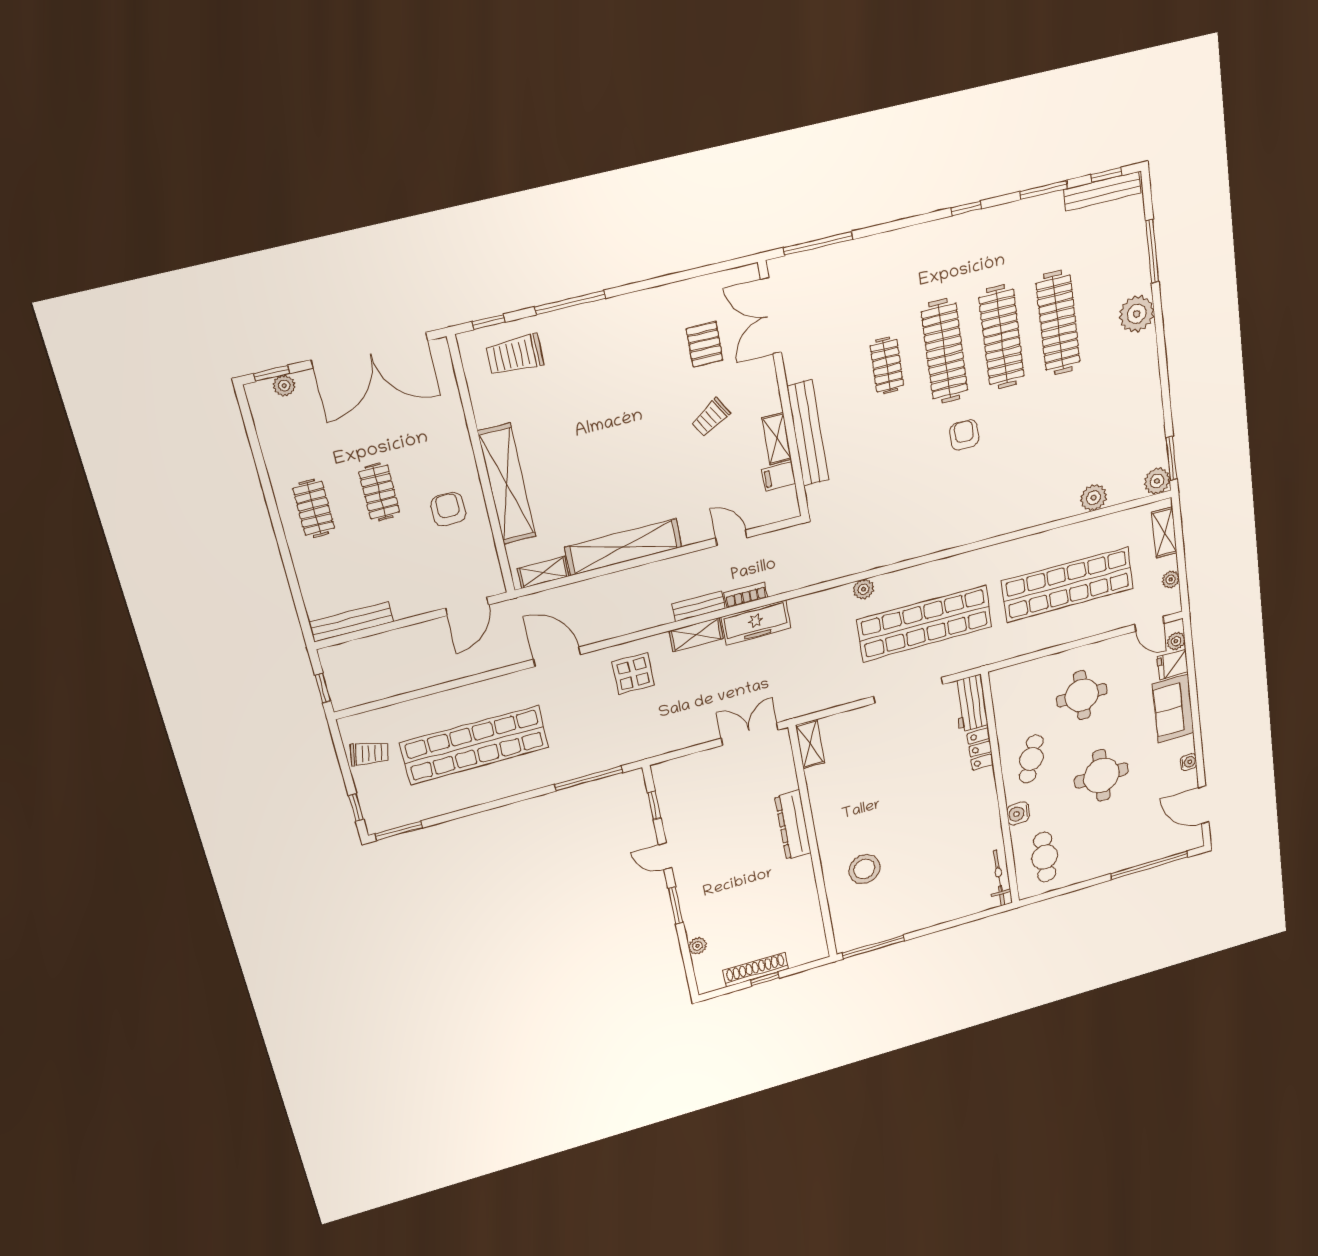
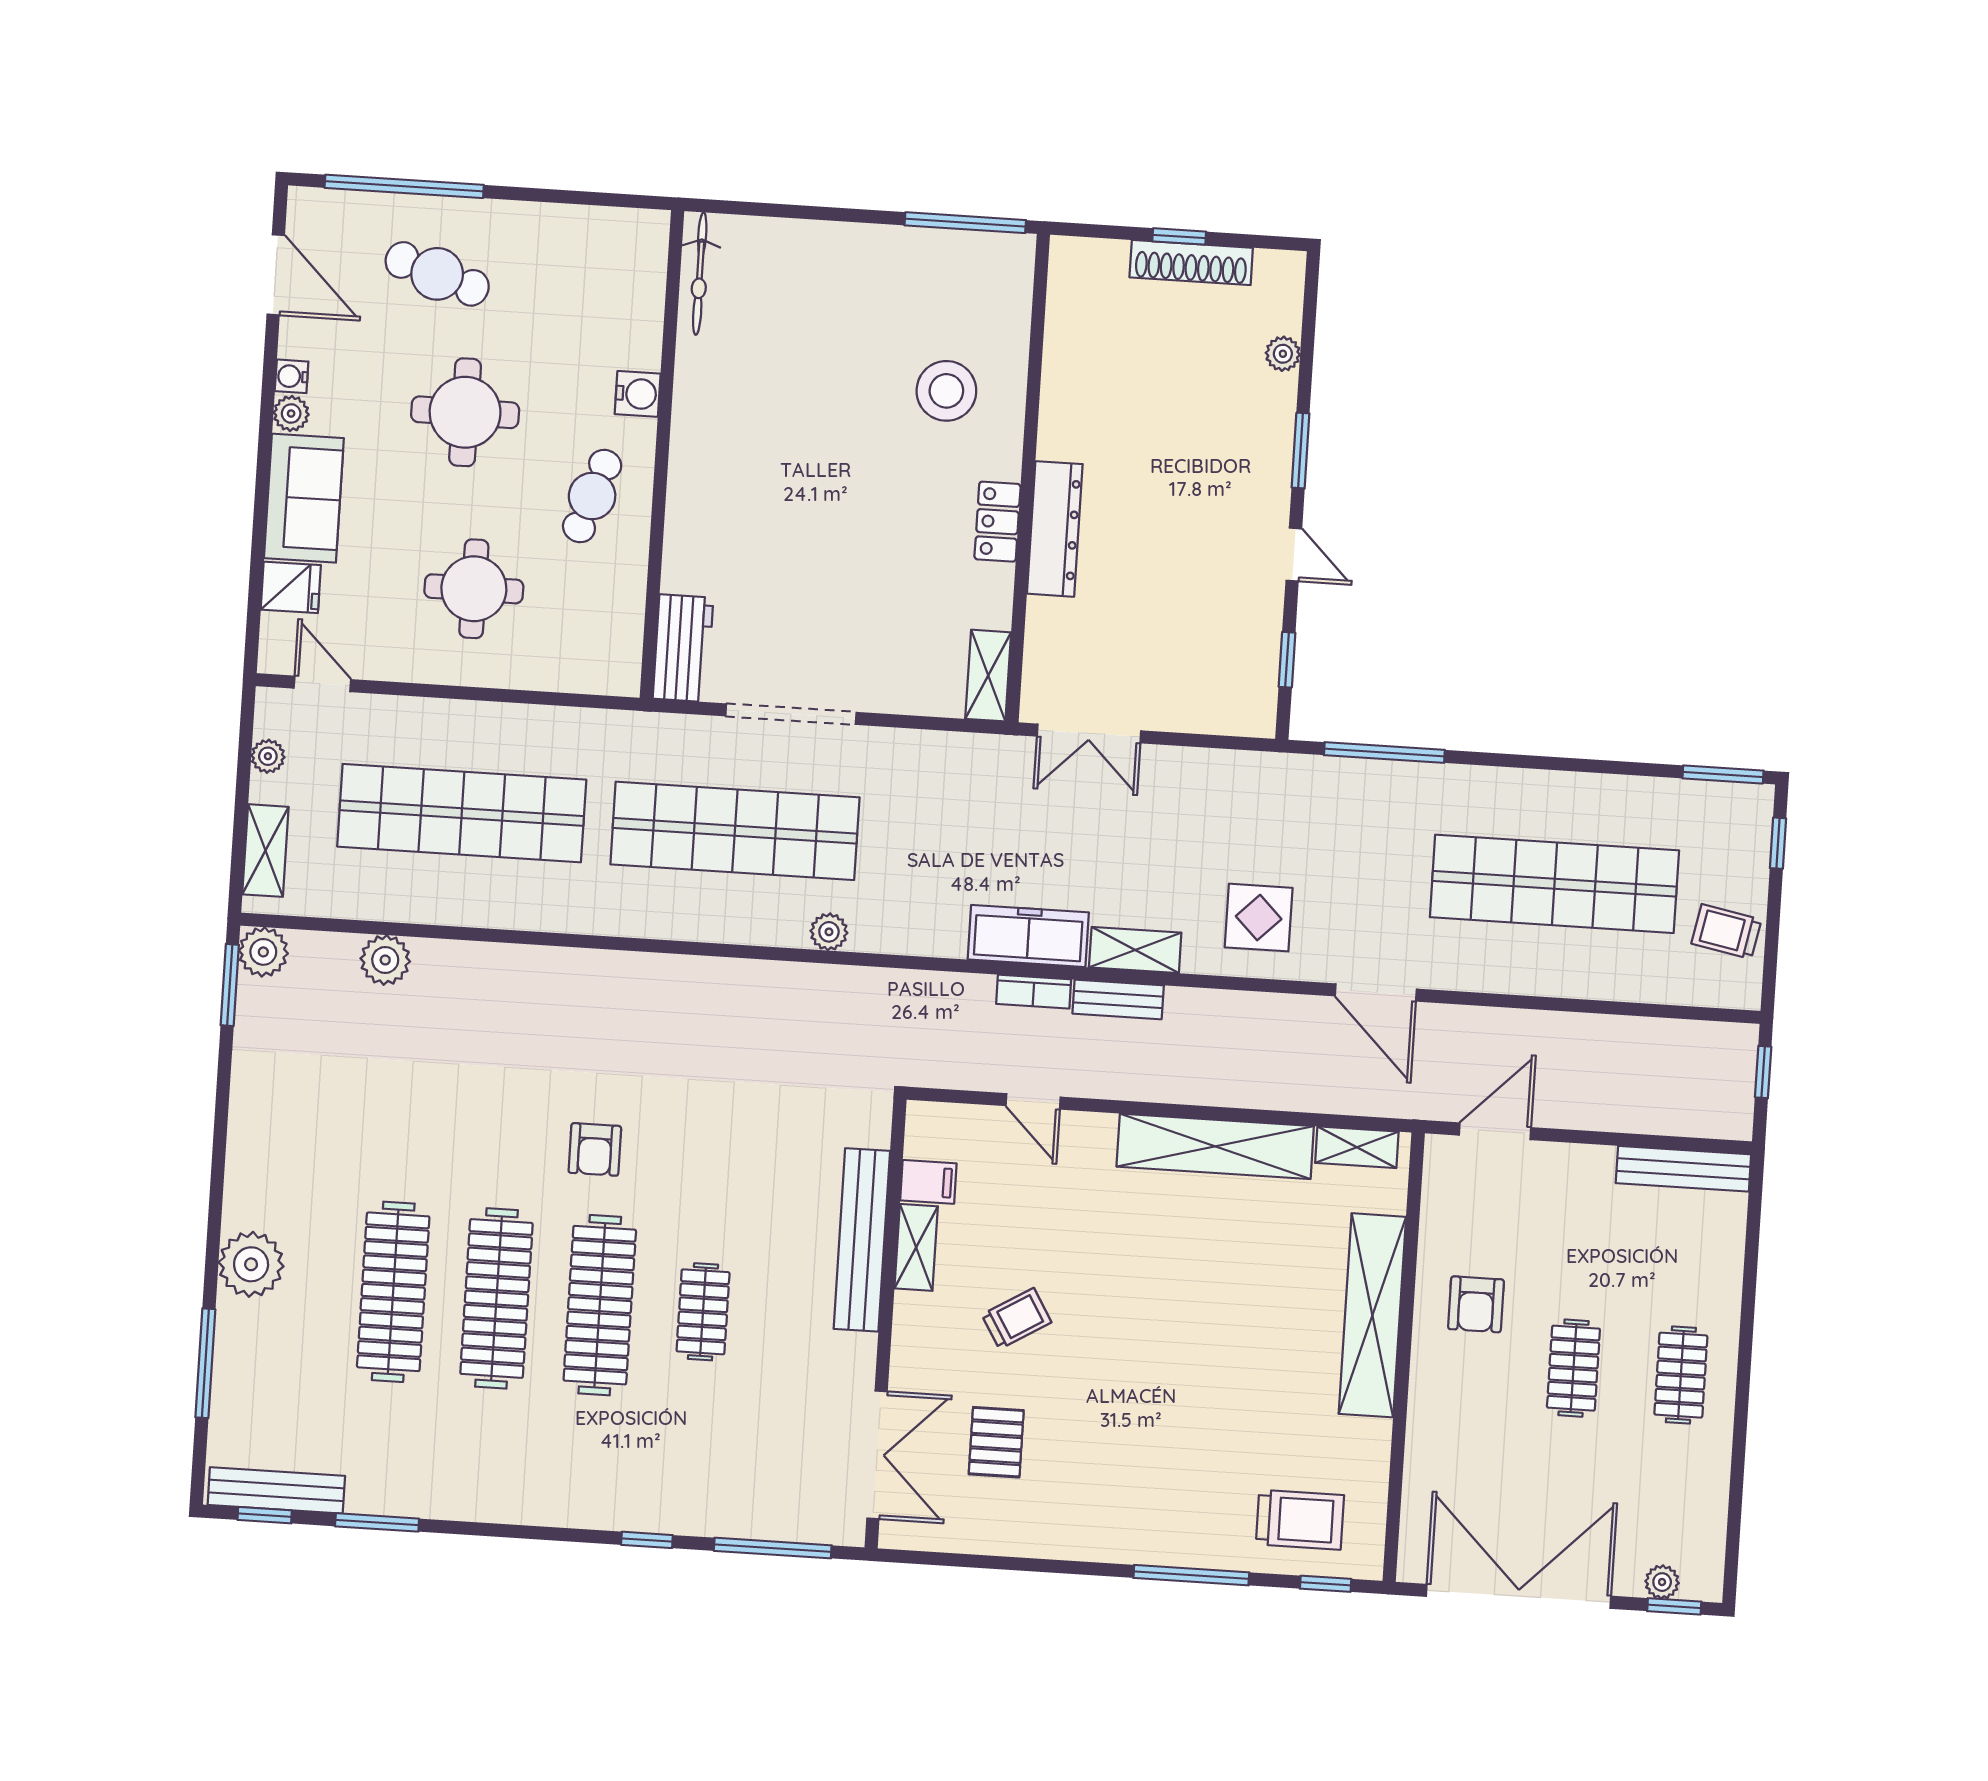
window: (966, 208) -> (647, 1540), moved
plant: (1176, 641) -> (291, 414), moved
locker: (980, 749) -> (997, 522), moved, turned 180
cafe table: (1045, 857) -> (437, 274), moved, turned -72

